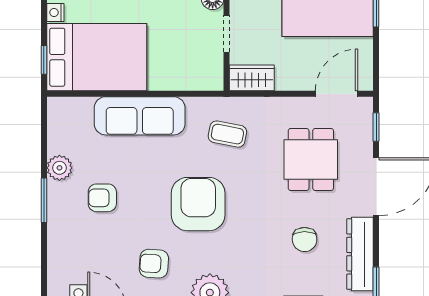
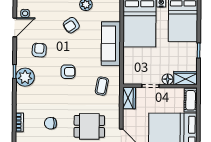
armchair: (102, 198) -> (71, 25), turned -125
armchair: (198, 204) -> (68, 72), width x0.53, depth x0.53

